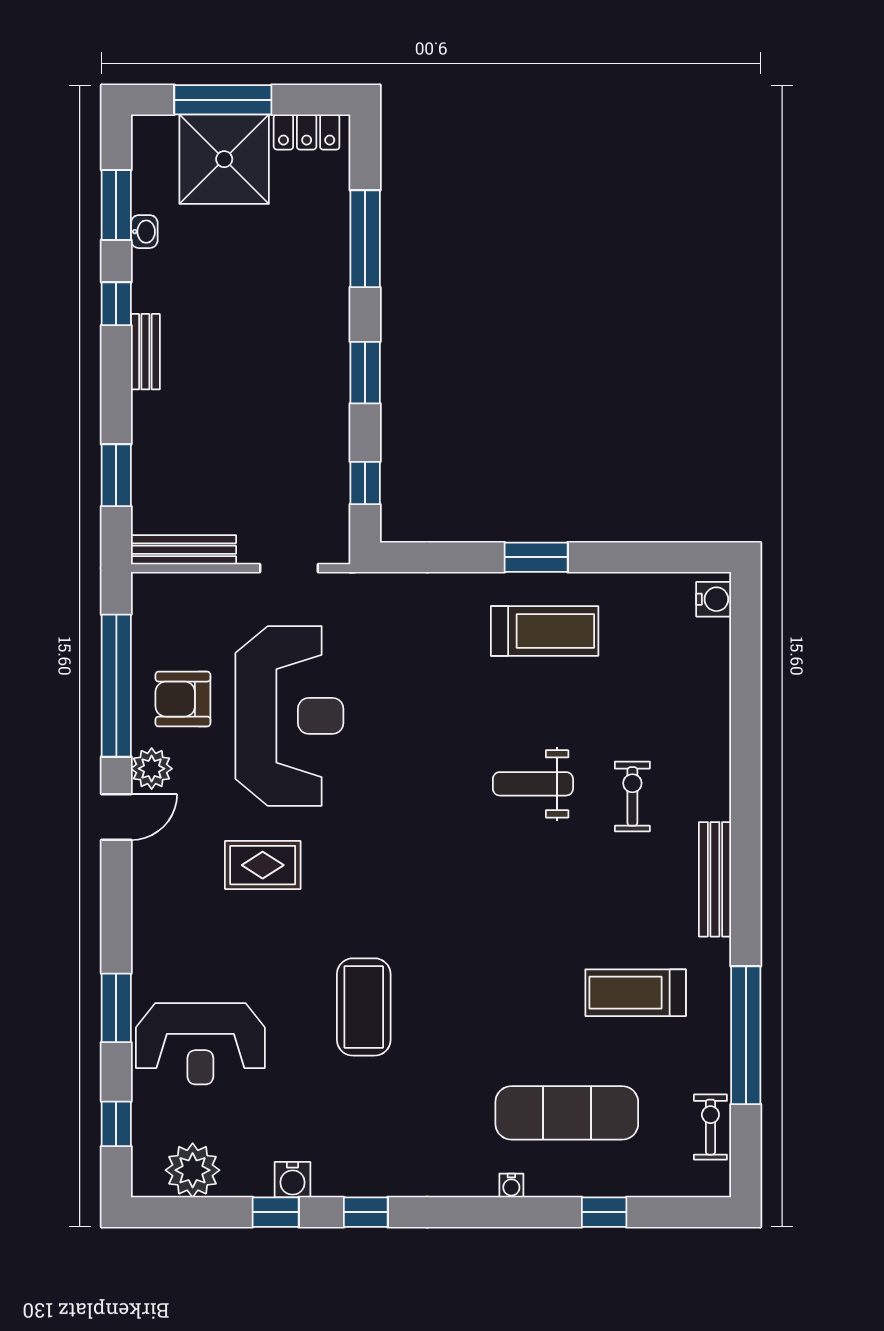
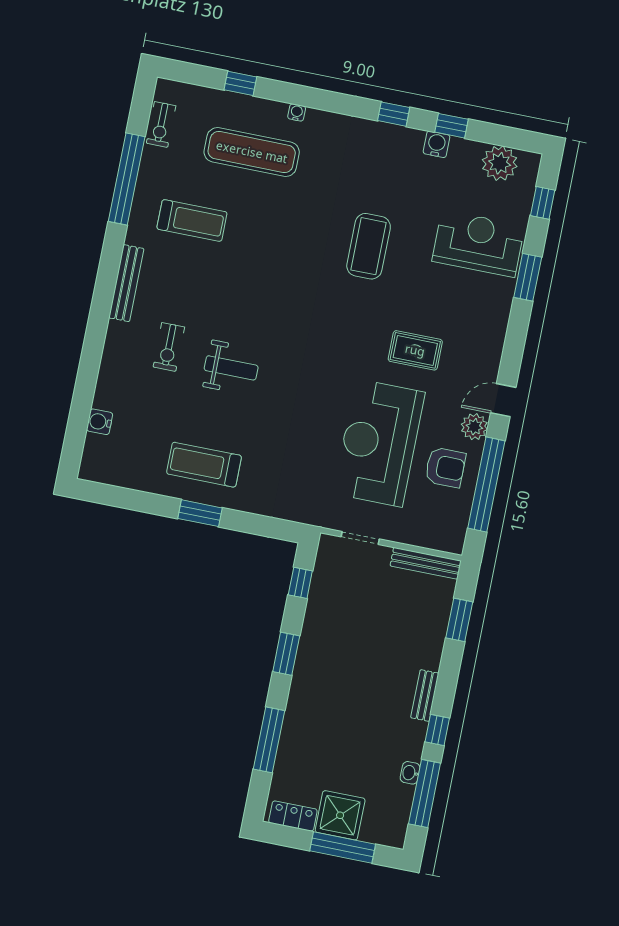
shower: (224, 159) -> (340, 815), width x0.73, depth x0.73
window: (116, 205) -> (425, 794), width x1.44
water cooler: (714, 599) -> (100, 422), moved

